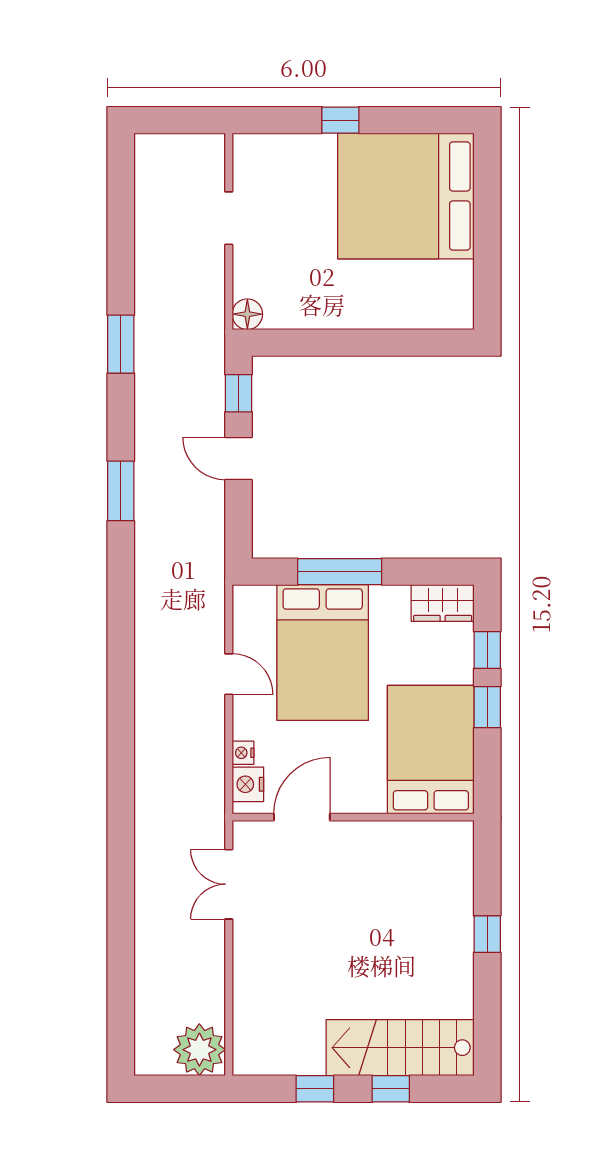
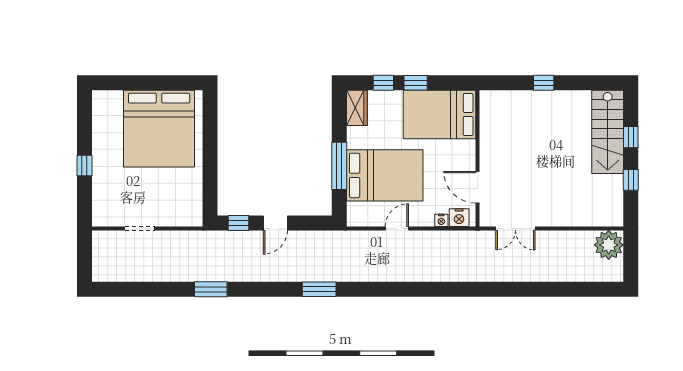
bed: (406, 196) -> (159, 129), moved
floor lamp: (247, 314) -> (194, 218), removed
window: (121, 491) -> (319, 289), moved

